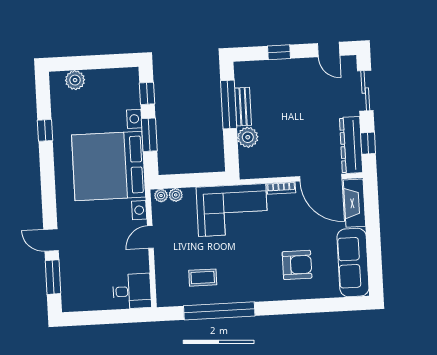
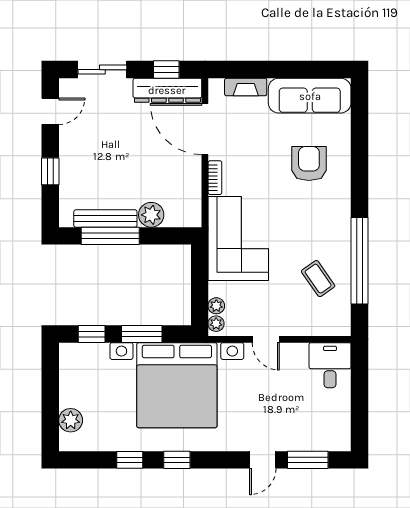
bench: (243, 107) -> (105, 219), width x1.36
window: (47, 169) -> (177, 460), added
door: (321, 178) -> (205, 129), swing flipped
fireplace: (355, 203) -> (246, 87), width x0.73, depth x0.76
coffee table: (203, 278) -> (318, 279), turned -35

